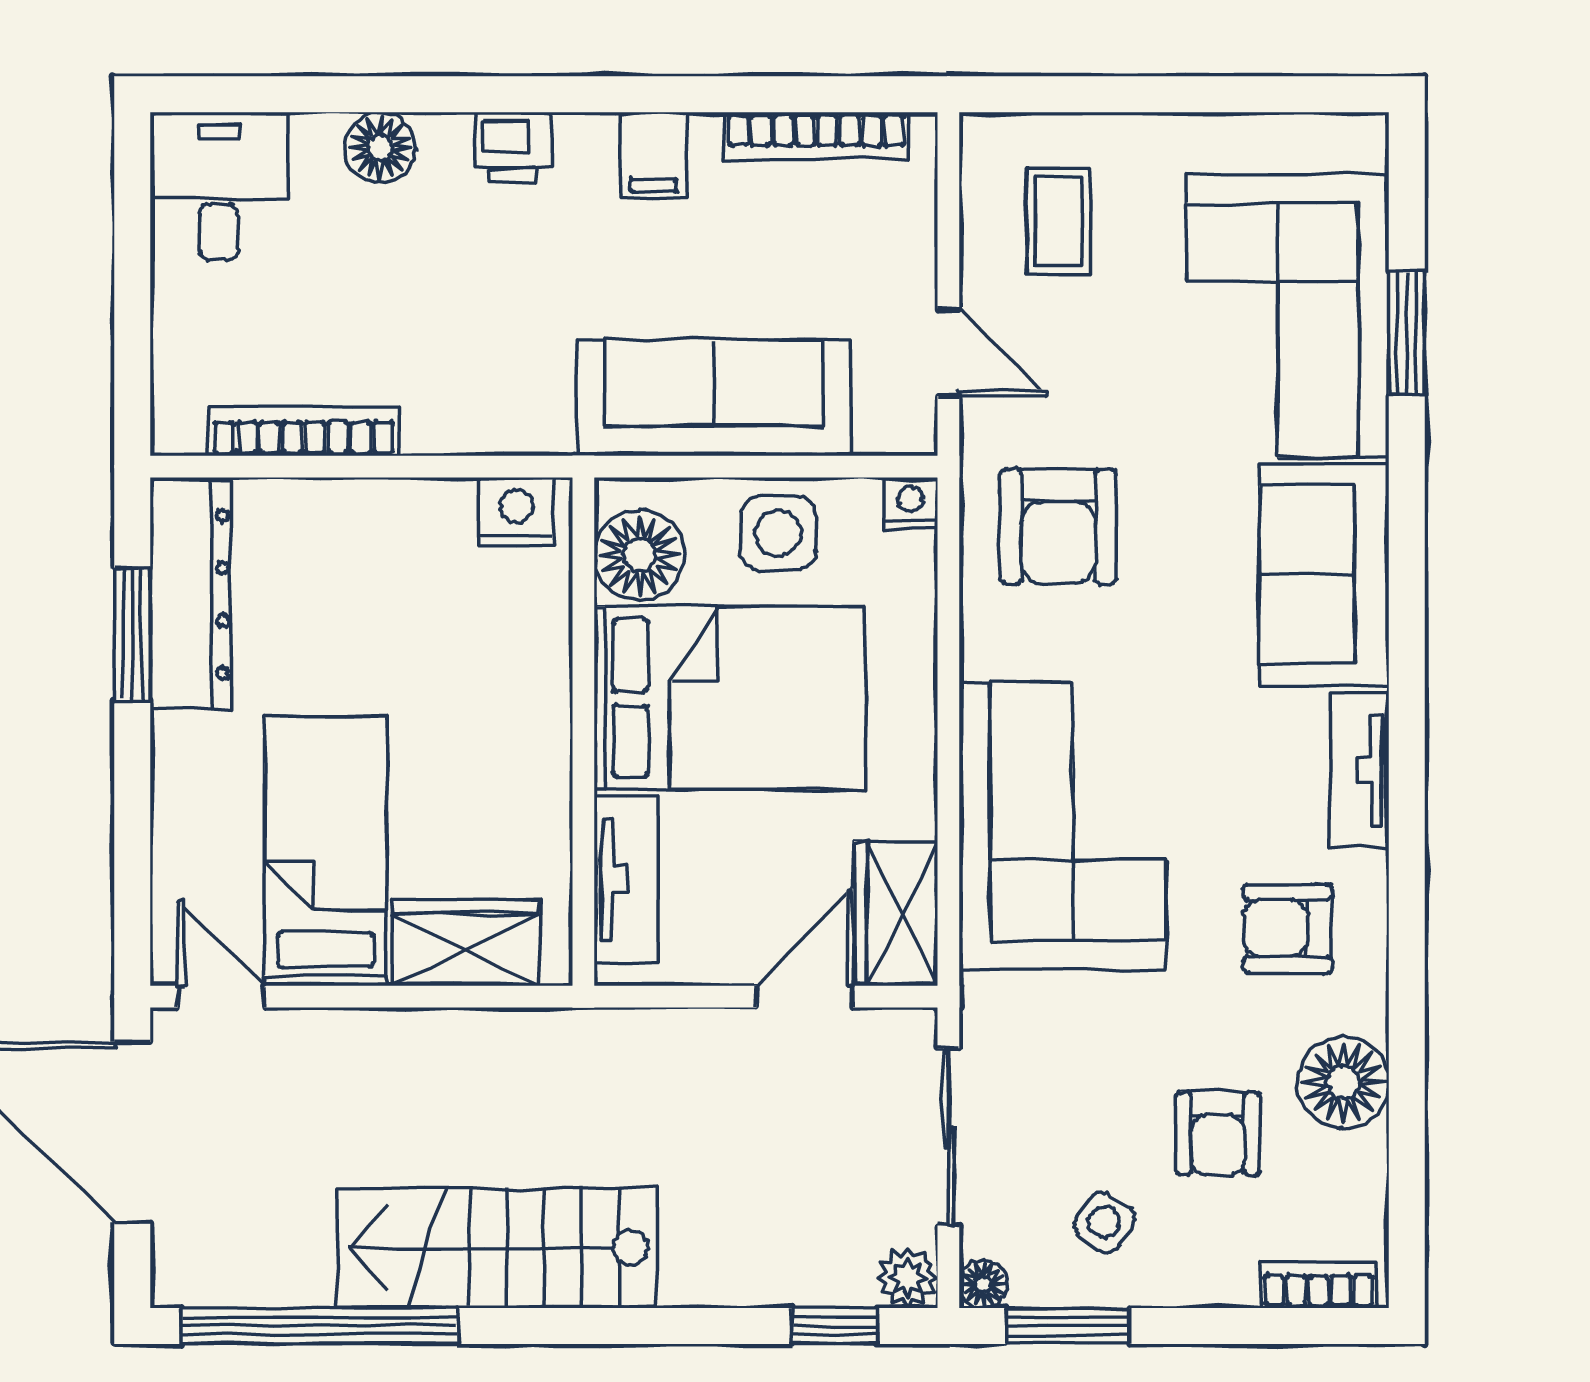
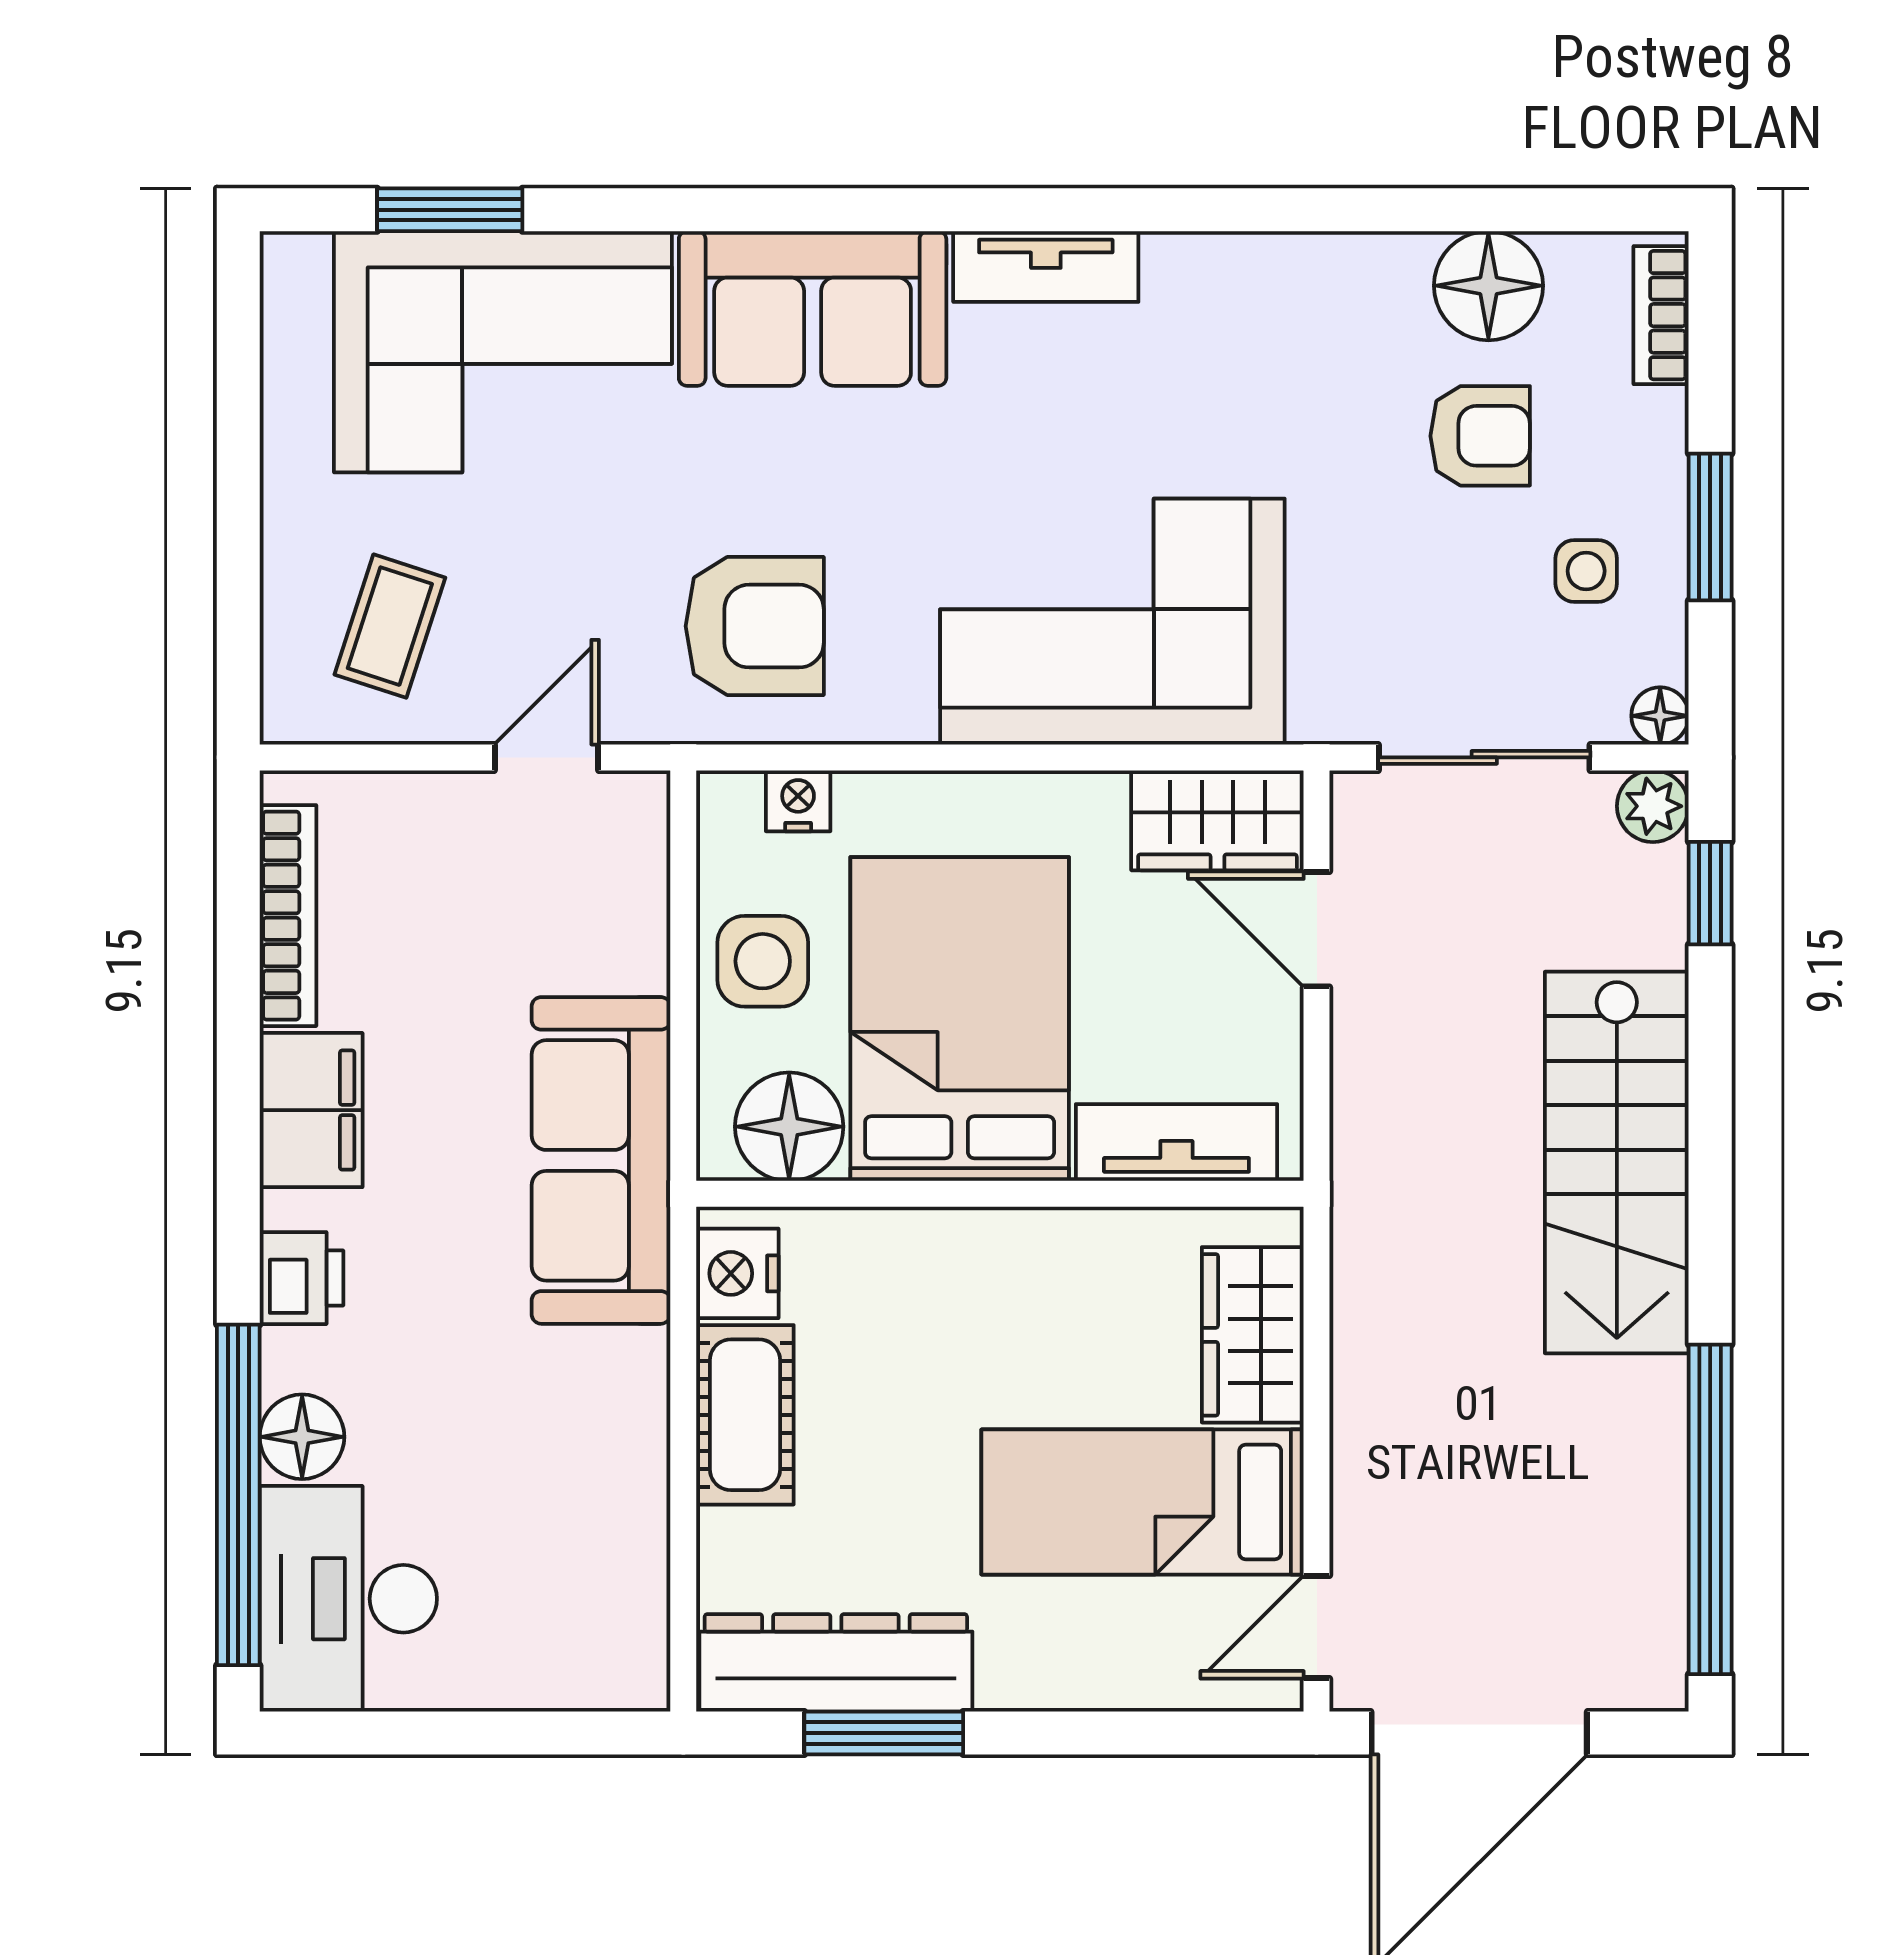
window: (331, 94) -> (238, 1495), added
filing cabinet: (653, 155) -> (311, 1110), width x2.00
desk: (219, 186) -> (348, 1599), width x1.37
coffee table: (1058, 221) -> (390, 626), turned -72
window: (1407, 333) -> (450, 210), moved
sofa: (714, 398) -> (601, 1160), moved
bookcase: (304, 432) -> (641, 1528), removed
nightstand: (911, 503) -> (798, 801), moved, turned 90
cot: (398, 518) -> (745, 1415), added
armchair: (1288, 928) -> (1235, 352), removed
floor lamp: (1343, 1082) -> (1488, 286), moved
side table: (1104, 1222) -> (1586, 571), turned -35
stairs: (496, 1248) -> (1617, 1162), moved
window: (1068, 1326) -> (1710, 527), moved

